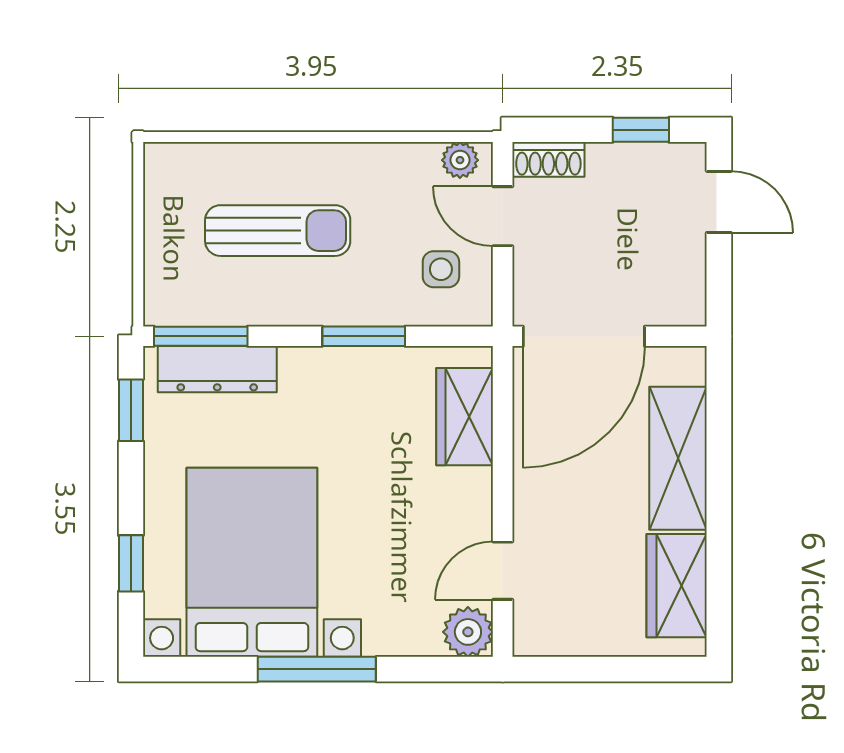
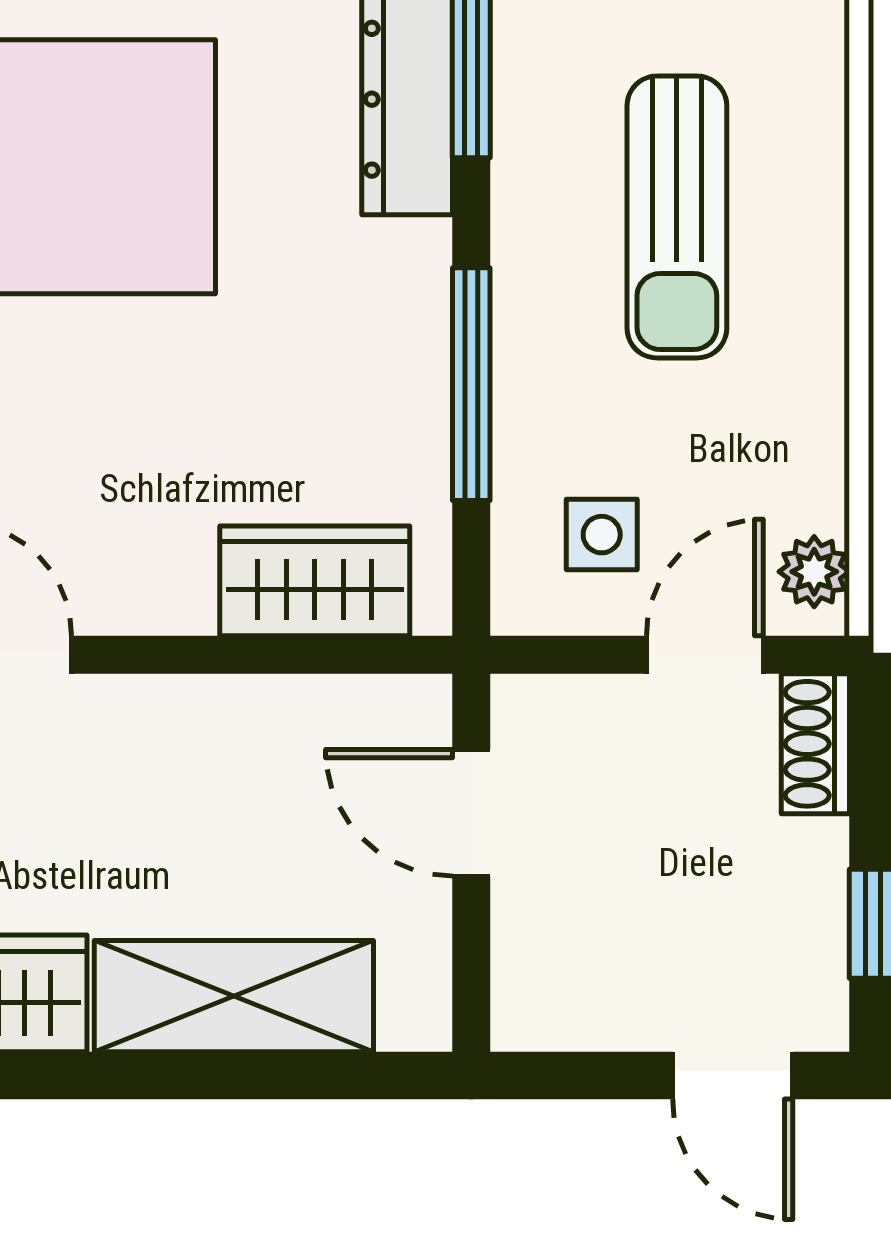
door: (719, 202) -> (733, 1076), hinge flipped
window: (364, 336) -> (471, 384), width x1.44
door: (584, 336) -> (471, 813), width x0.53

